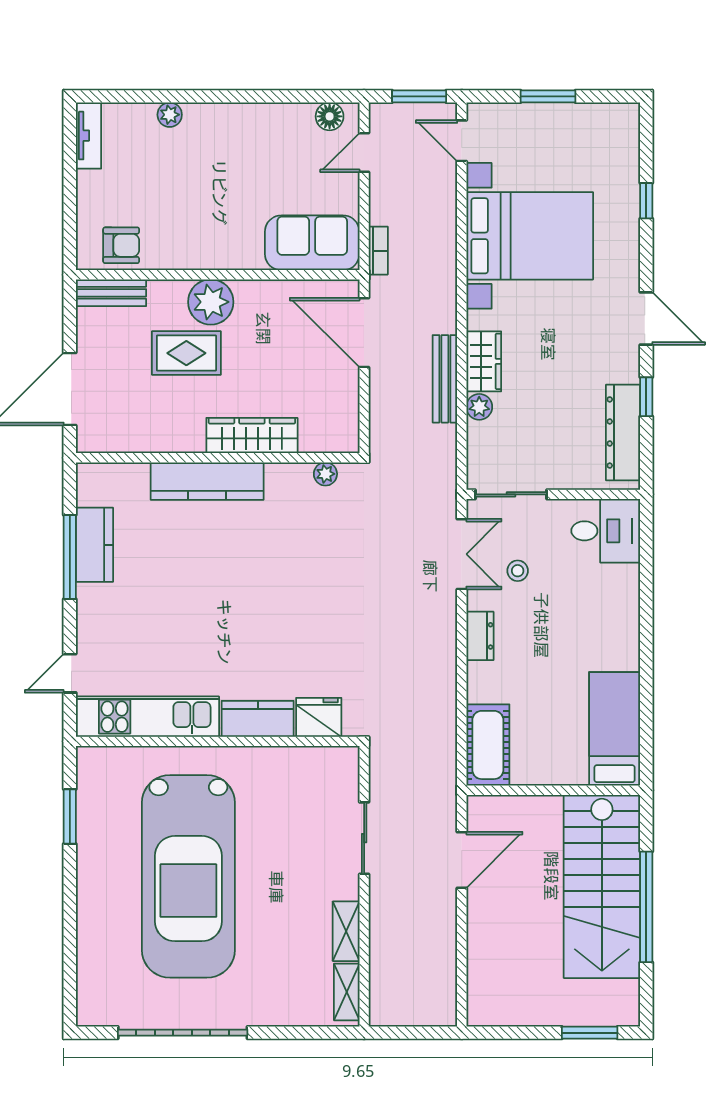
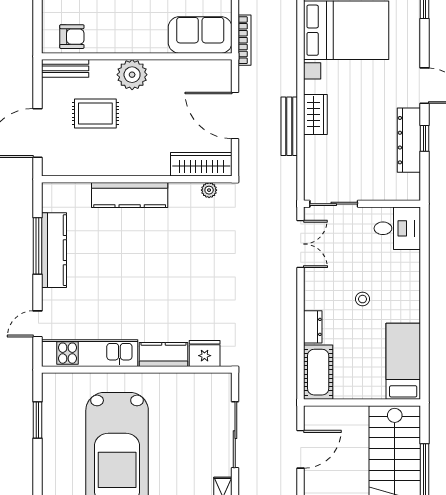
bookcase: (378, 251) -> (245, 40), width x1.56
door: (364, 333) -> (235, 115), moved
rug: (186, 353) -> (95, 113), moved
plant: (479, 407) -> (312, 145), removed
dresser: (623, 432) -> (409, 140), moved
wardrobe: (252, 436) -> (201, 164), moved
kitchen counter: (94, 545) -> (54, 250), width x1.50
stool: (518, 571) -> (363, 299), moved
dresser: (480, 636) -> (313, 327), moved
sliding door: (364, 838) -> (235, 435), width x1.37

